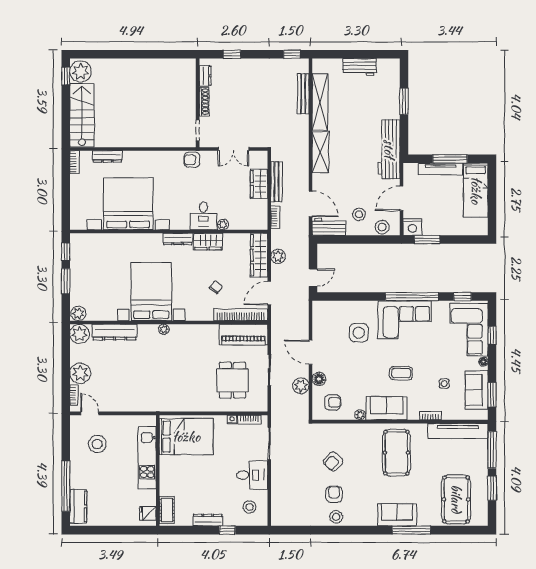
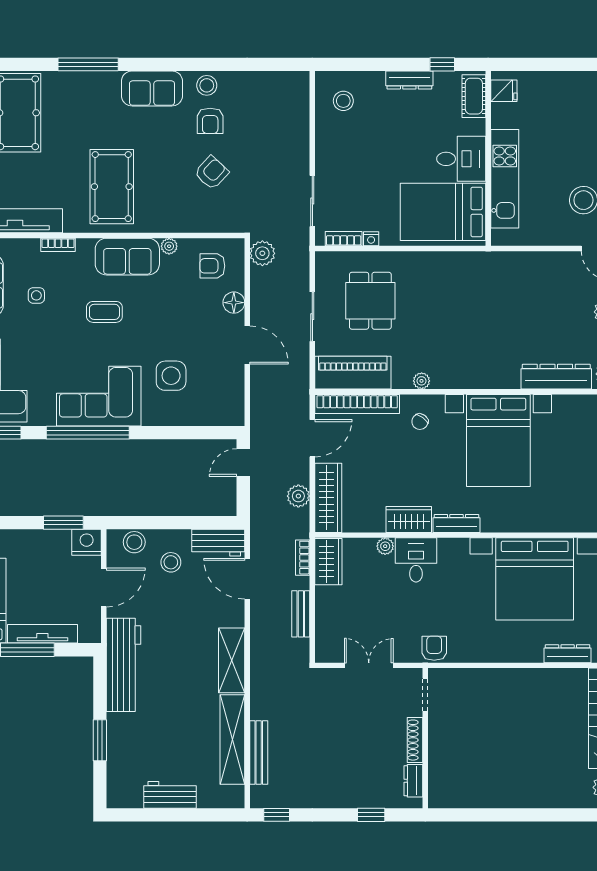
armchair: (192, 160) -> (434, 648), turned -90
bench: (277, 182) -> (301, 614), width x0.73
wardrobe: (259, 184) -> (328, 562), moved
chair: (216, 287) -> (420, 422), moved
plant: (164, 329) -> (422, 381), moved
plant: (301, 386) -> (262, 253), moved
desk: (252, 475) -> (461, 159), moved, turned 180
sofa: (397, 515) -> (152, 88), moved
window: (227, 530) -> (442, 64), moved

